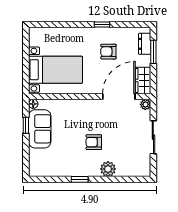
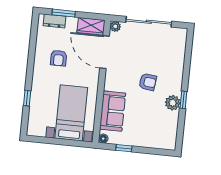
window: (102, 25) -> (27, 98), moved
sofa: (40, 129) -> (113, 111), moved, turned 90
sliding door: (153, 137) -> (149, 22), width x1.37
armchair: (94, 142) -> (148, 82), turned -83
plant: (108, 169) -> (173, 103), moved

